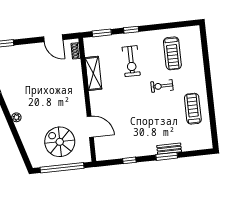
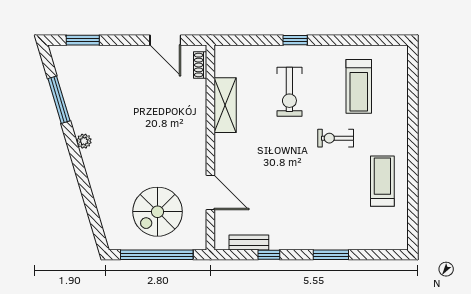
window: (102, 33) -> (246, 40), removed
plant: (16, 117) -> (84, 141), moved
spiral stairs: (60, 142) -> (158, 212), turned -90
bench: (169, 149) -> (249, 243), moved

